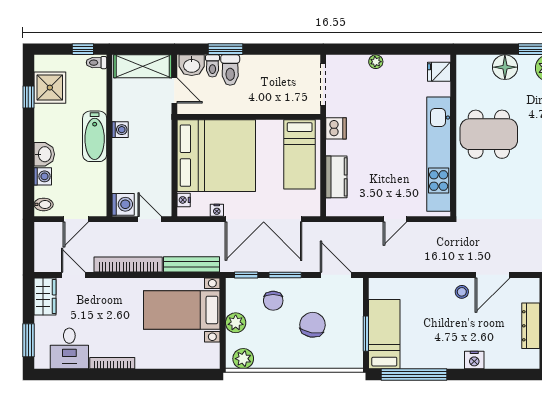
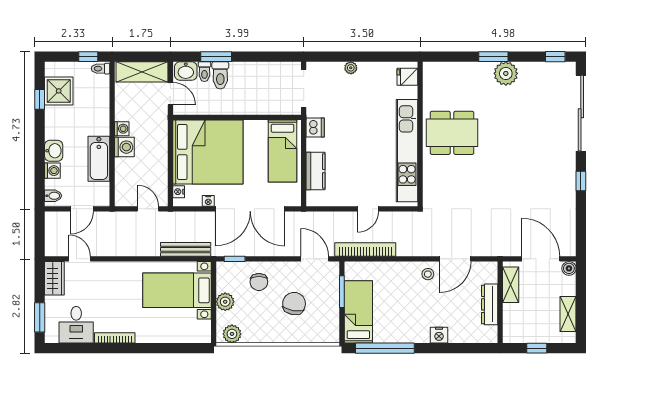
floor lamp: (505, 67) -> (467, 73), removed
bathtub: (95, 136) -> (99, 159), moved
washing machine: (123, 204) -> (124, 147), moved
bookcase: (128, 264) -> (365, 250), moved
window: (285, 275) -> (270, 259), removed
window: (366, 334) -> (342, 292), moved

